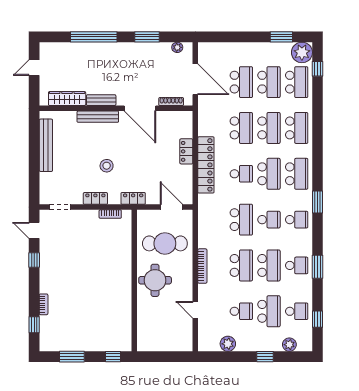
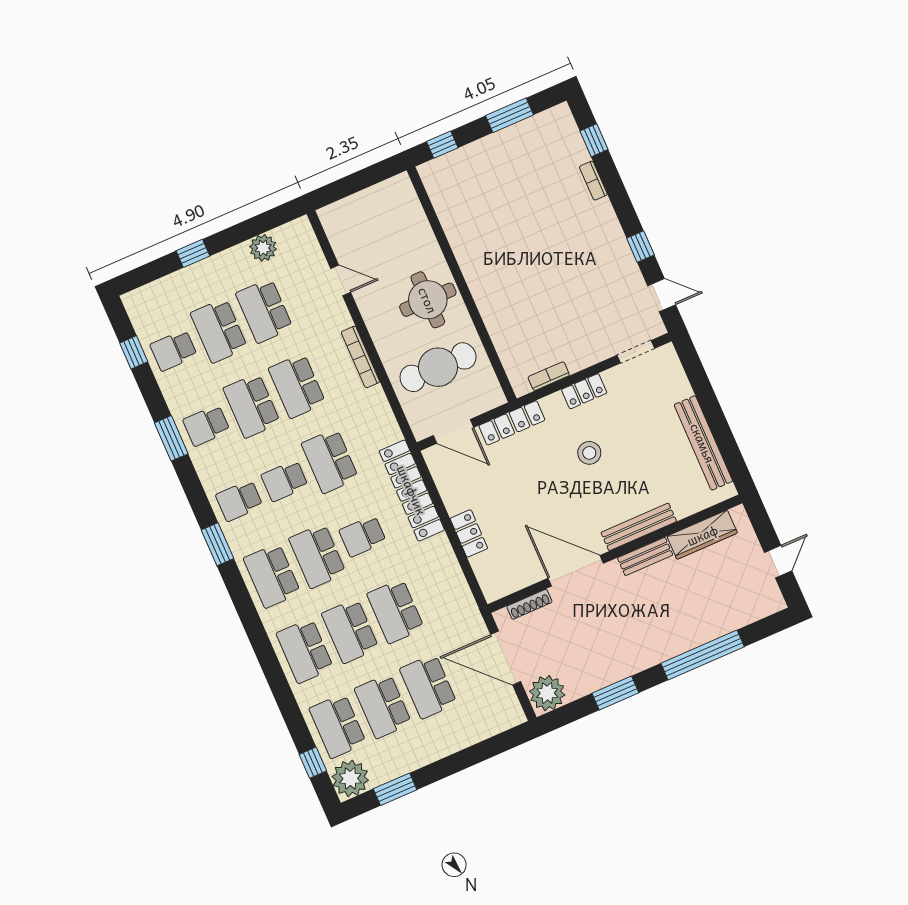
plant: (177, 47) -> (547, 693), width x1.88, depth x1.88
locker: (206, 165) -> (412, 490), moved
locker: (133, 198) -> (512, 423), width x1.53
school desk: (241, 311) -> (264, 311), width x1.85
plant: (289, 345) -> (162, 291), removed

